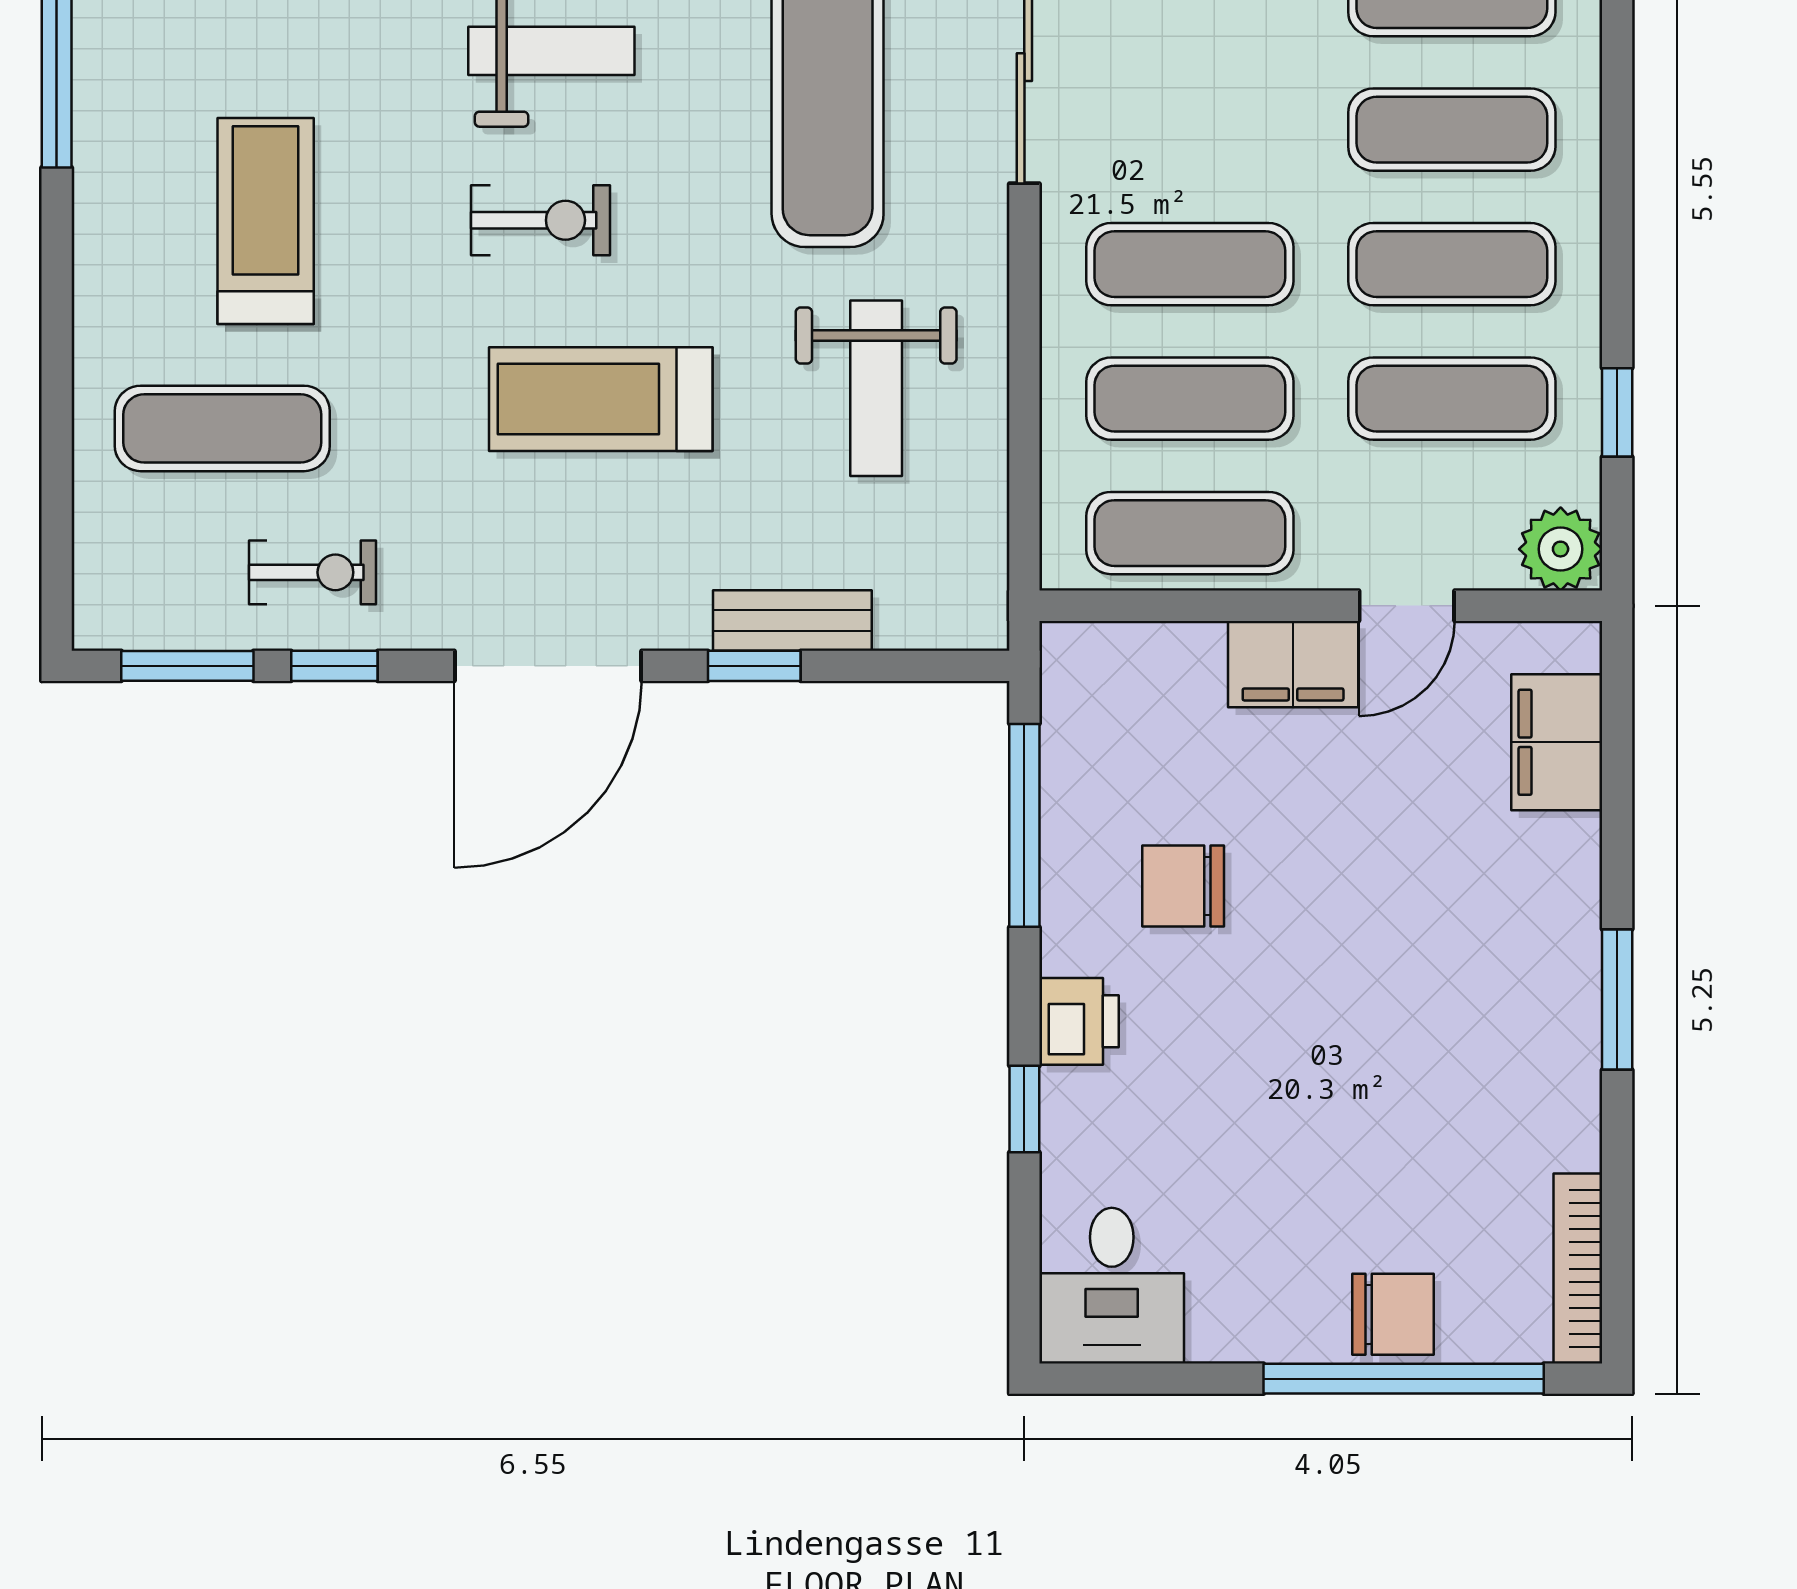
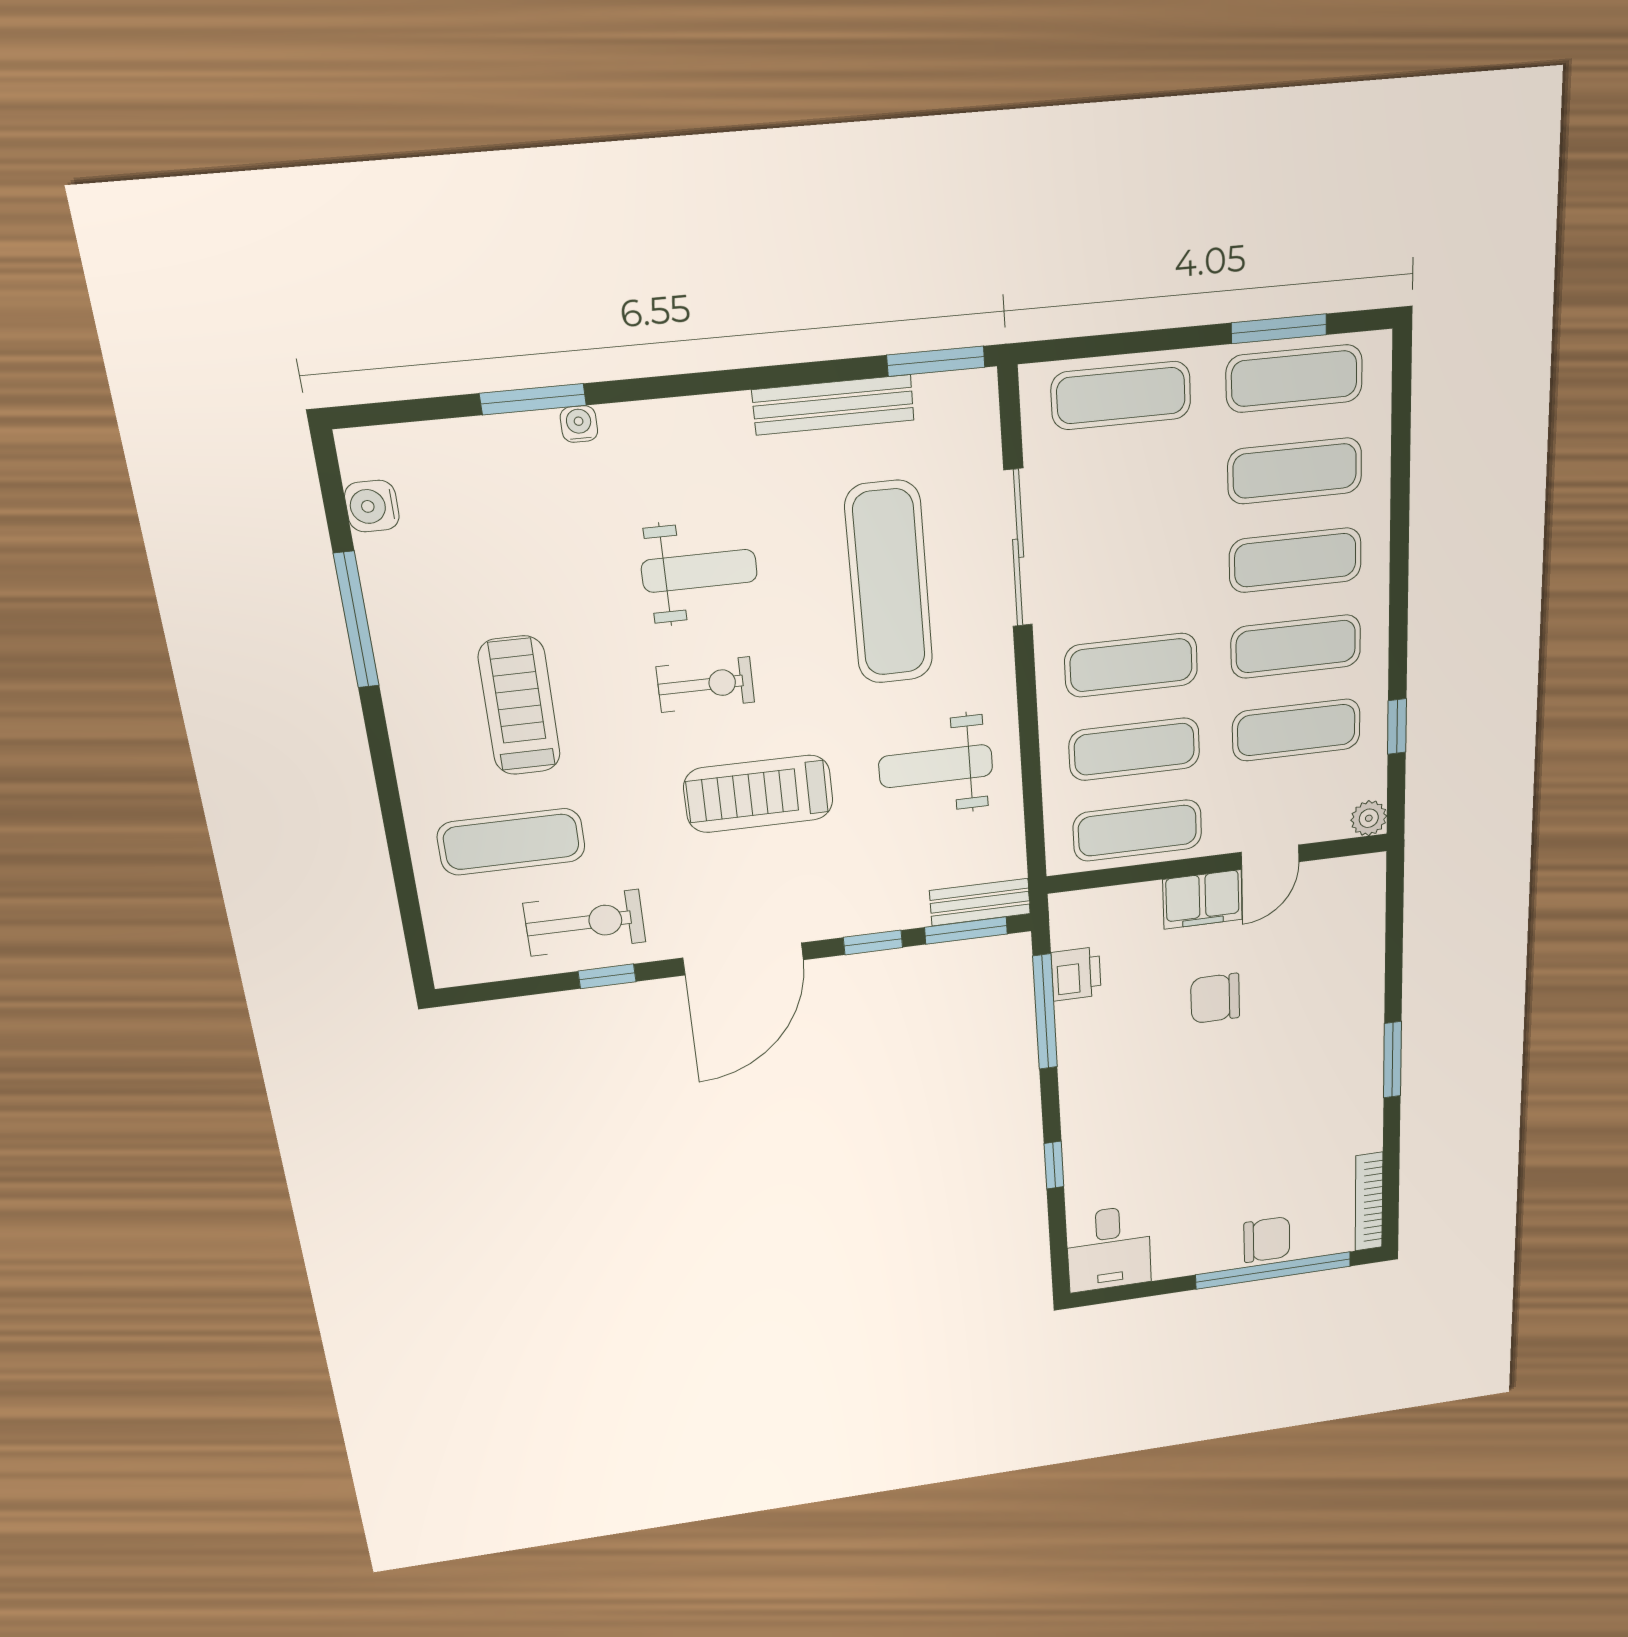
weight bench: (876, 388) -> (936, 766), turned 90
plant: (1561, 549) -> (1369, 818), width x0.73, depth x0.73
exercise bike: (313, 572) -> (585, 923), width x1.38, depth x1.39
bench: (792, 620) -> (980, 902), moved
window: (187, 666) -> (966, 931), moved
filing cabinet: (1557, 742) -> (1359, 924), removed
chair: (1183, 886) -> (1215, 998), moved
printer: (1079, 1021) -> (1076, 974), moved

